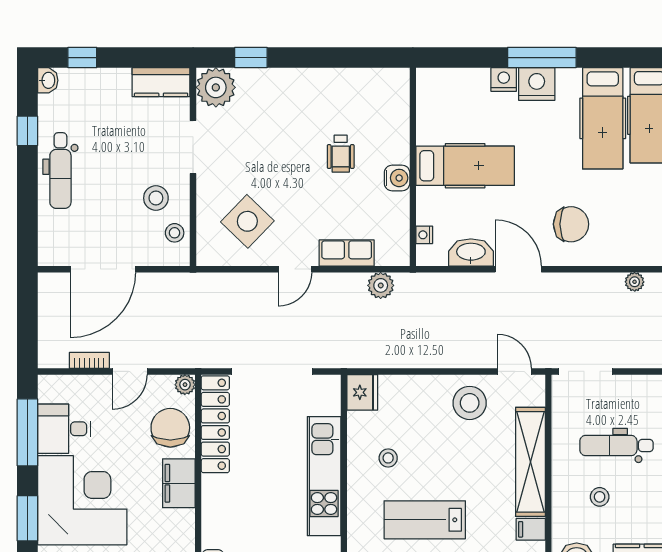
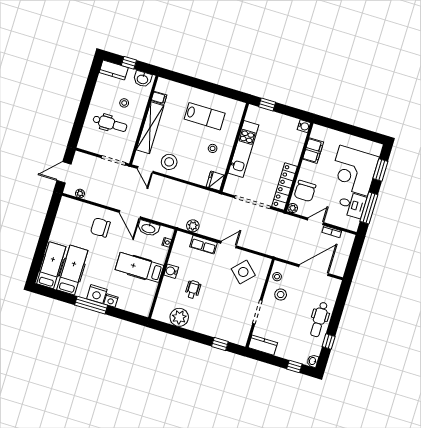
plant: (216, 87) -> (179, 317), moved
dental chair: (60, 171) -> (319, 319), turned 180
filing cabinet: (179, 483) -> (313, 151), moved

